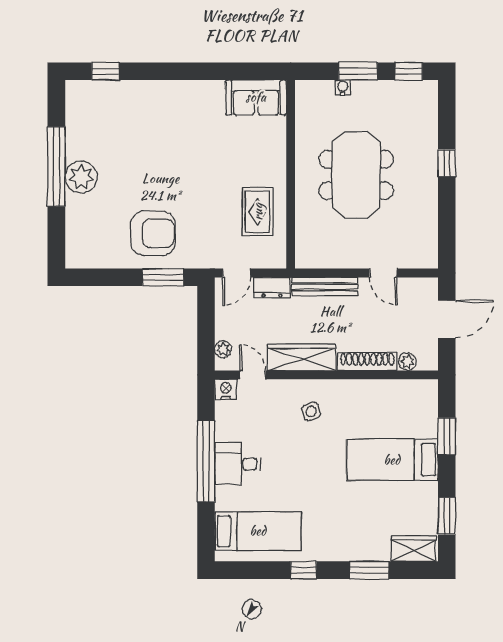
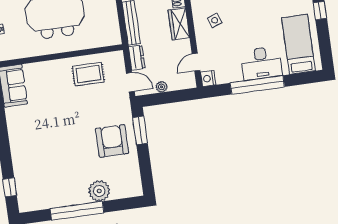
plant: (81, 177) -> (99, 191), moved
plant: (223, 349) -> (162, 87), moved
wardrobe: (302, 357) -> (179, 24), width x0.67
desk: (238, 464) -> (261, 63), width x1.37

